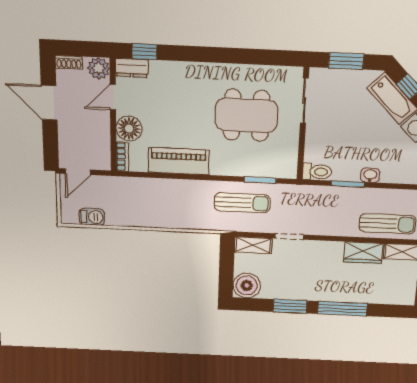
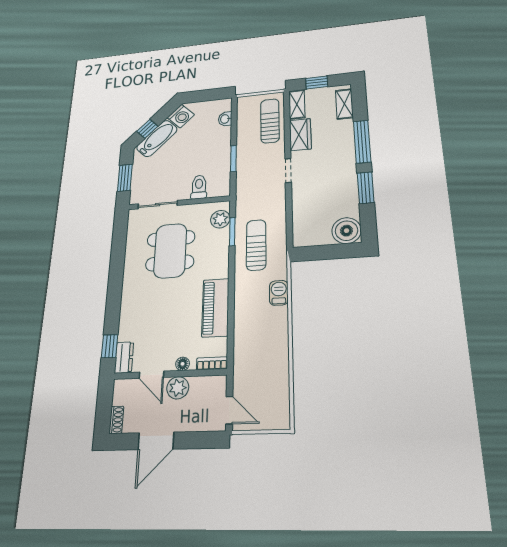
plant: (99, 68) -> (178, 388), moved
floor lamp: (129, 129) -> (183, 364), width x0.53, depth x0.53
plant: (276, 168) -> (220, 219), added
toilet: (317, 172) -> (199, 187), moved
washbasin: (370, 175) -> (225, 119), moved
barbecue: (92, 217) -> (279, 293), moved
doorway: (289, 237) -> (288, 170), moved
shelving: (253, 245) -> (344, 104), moved

